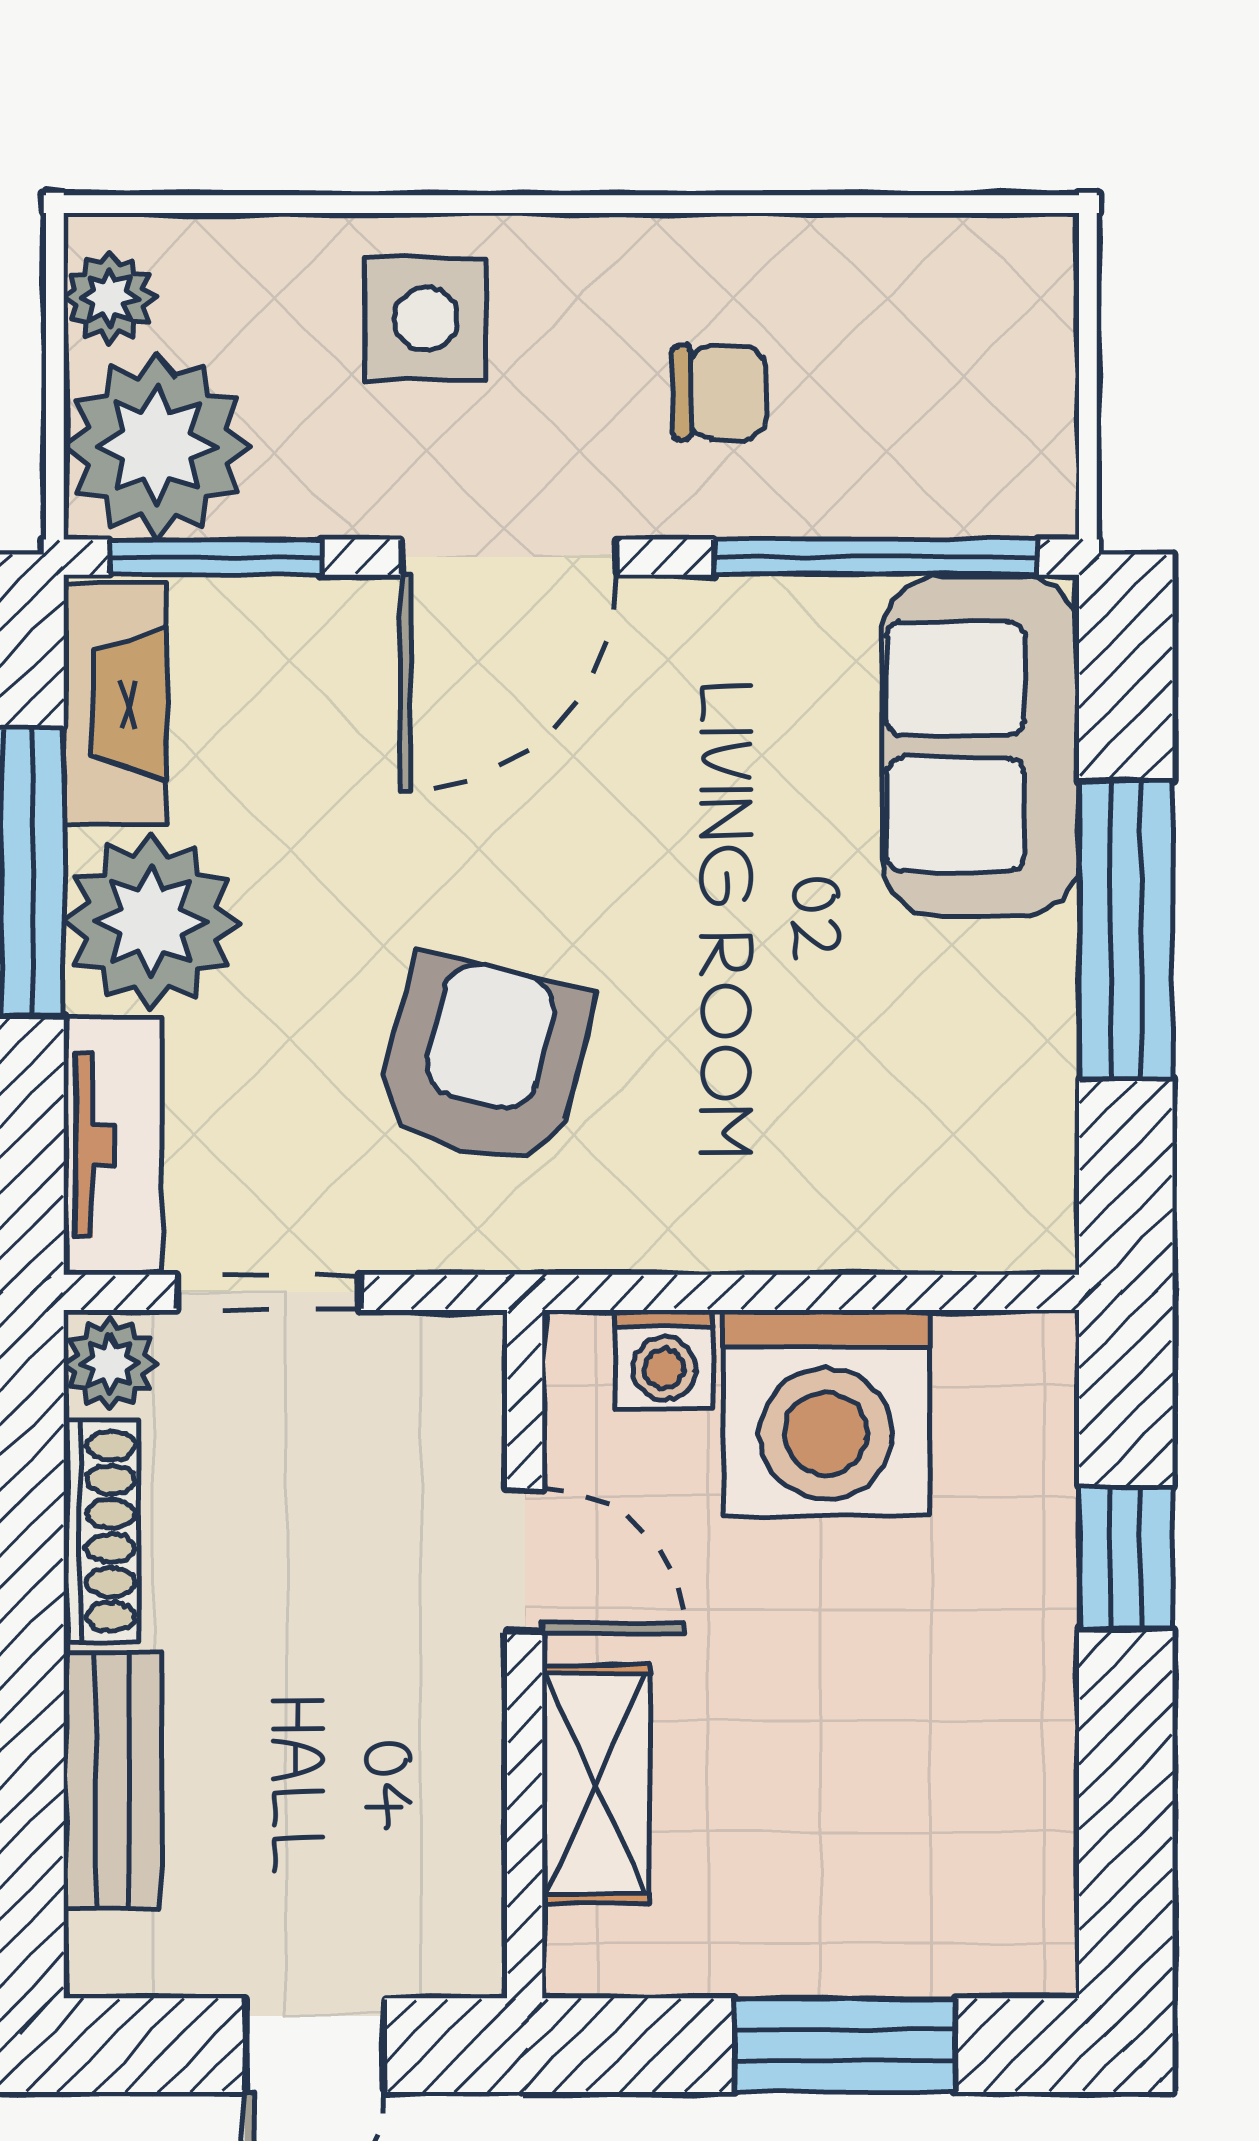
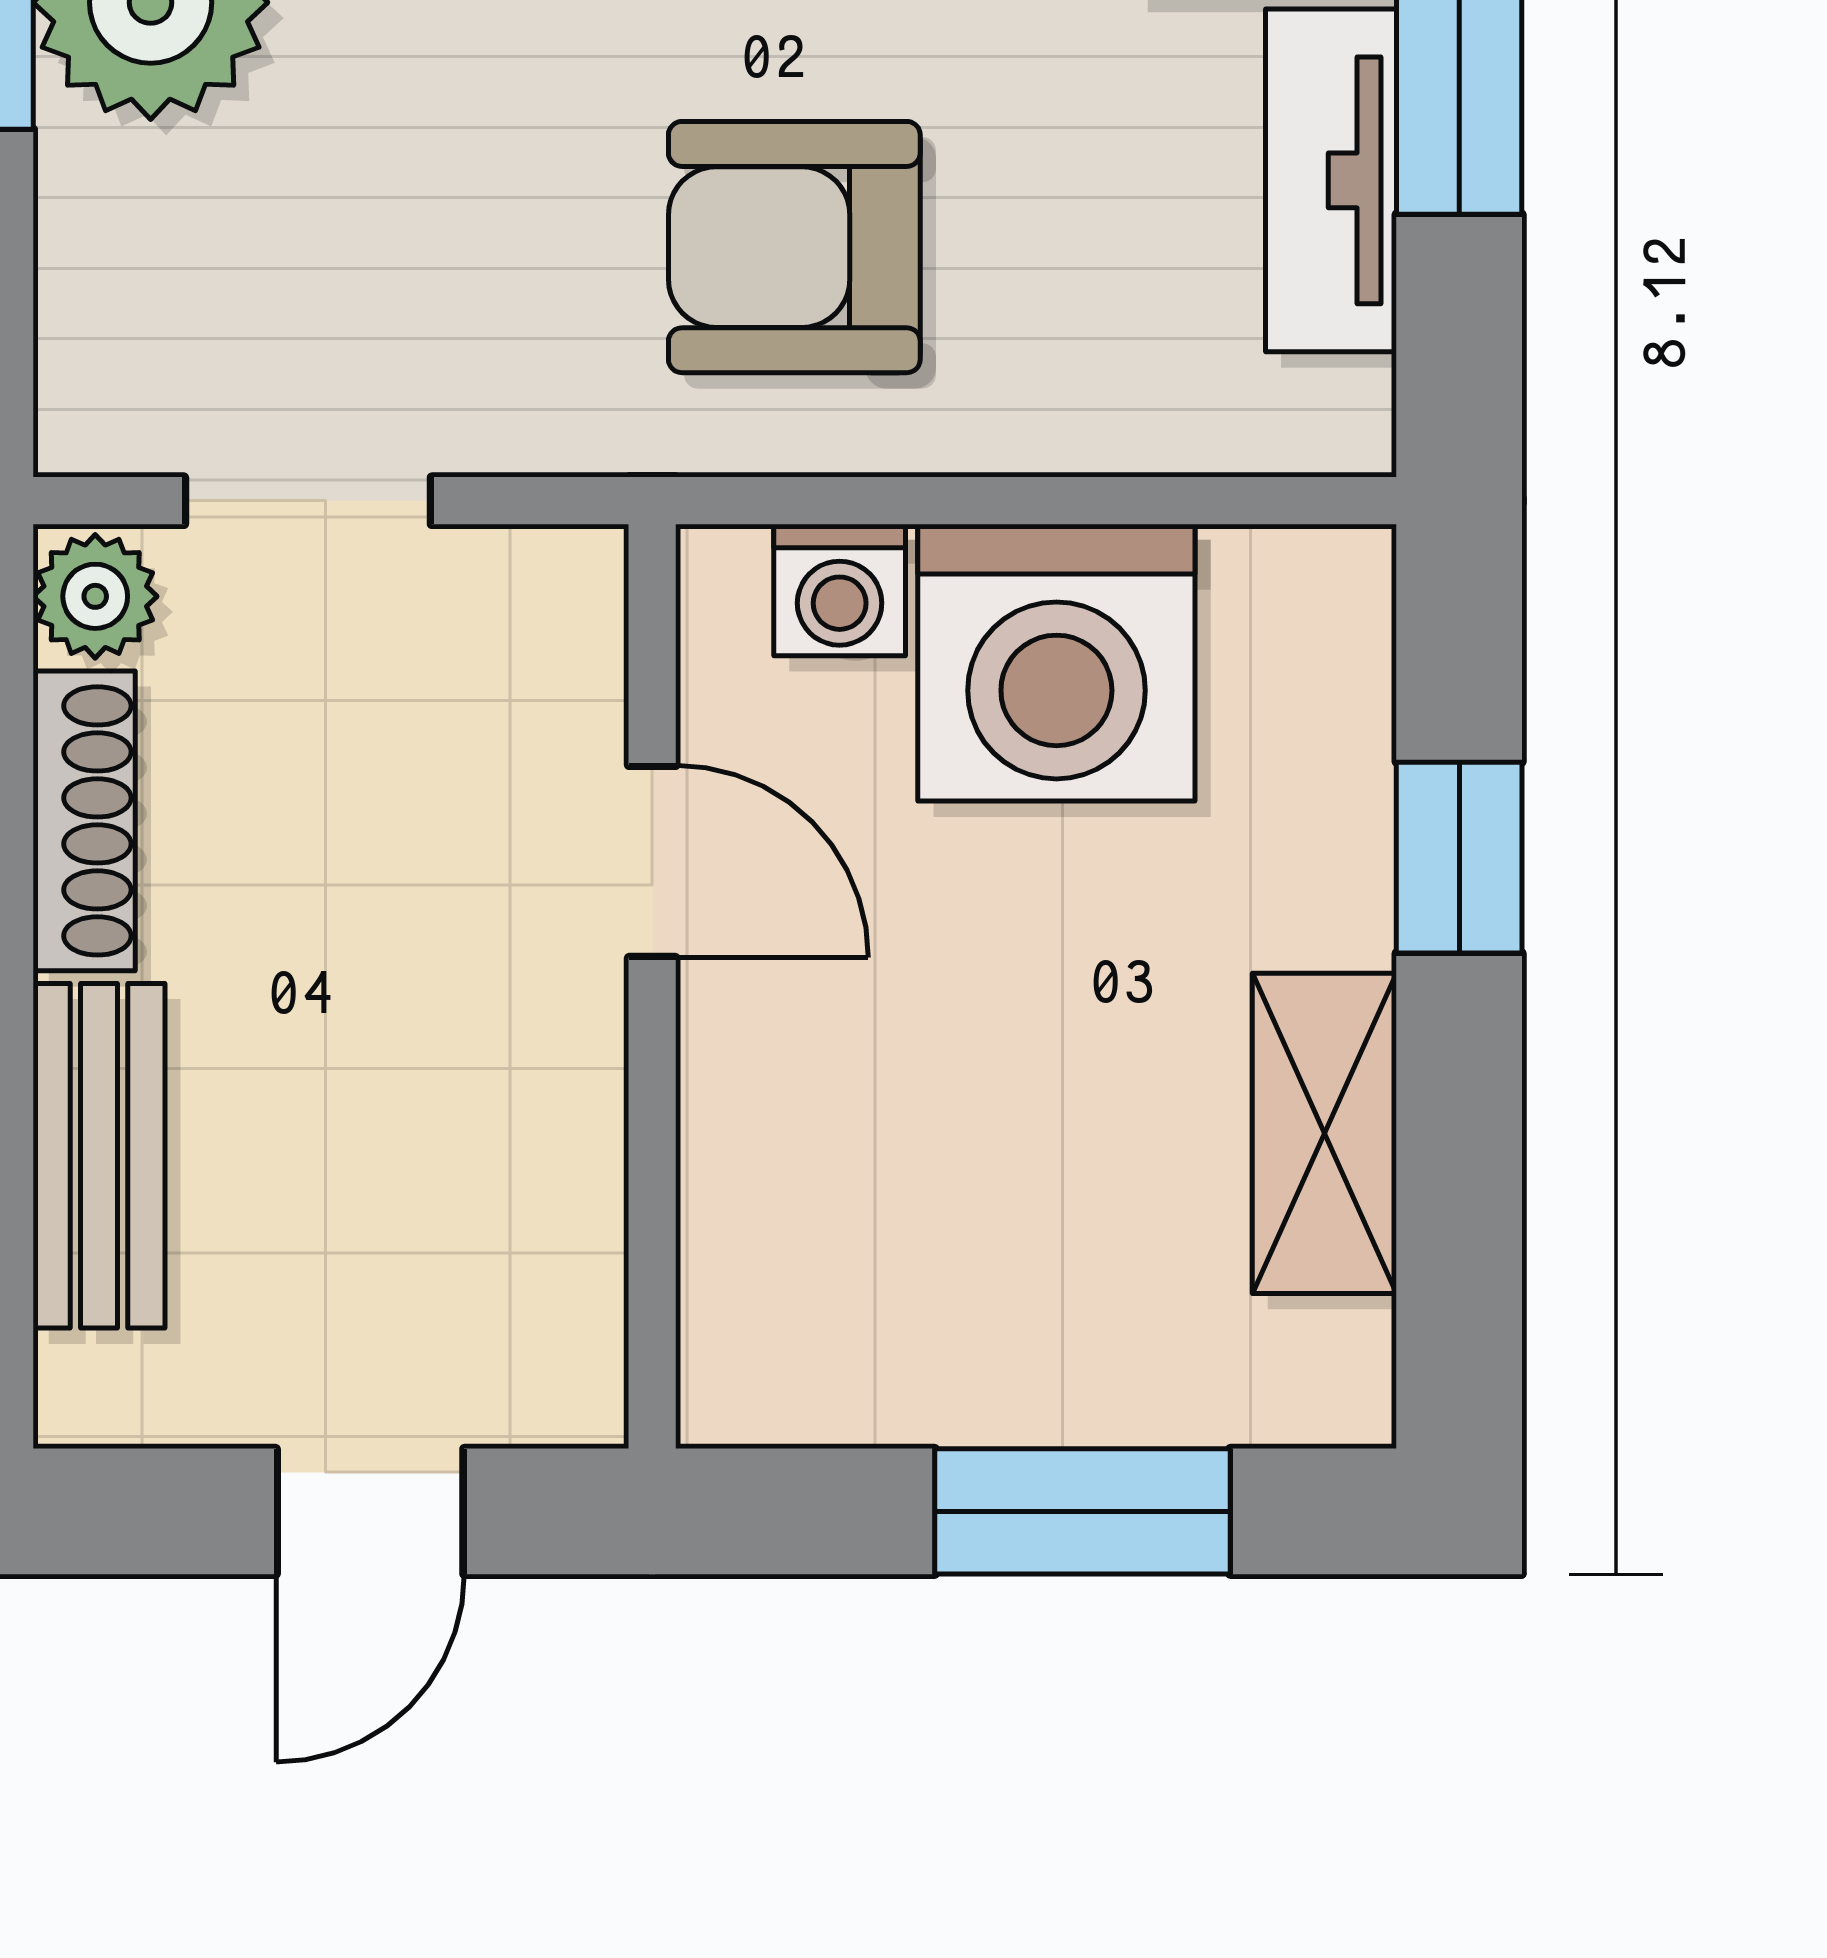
armchair: (484, 1062) -> (794, 247), moved, turned -104
tv unit: (112, 1146) -> (1331, 180), moved, turned 180
shelving: (596, 1784) -> (1324, 1133), moved

